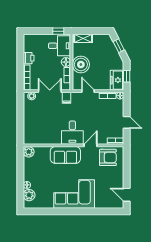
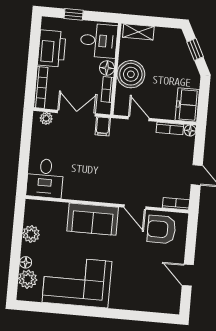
window: (58, 31) -> (74, 14), moved
printer: (29, 58) -> (52, 48), width x1.87, depth x1.48
window: (127, 76) -> (203, 100), removed
desk: (72, 133) -> (45, 178), moved
door: (91, 145) -> (135, 207), swing flipped
plant: (29, 152) -> (31, 234), moved
armchair: (108, 157) -> (161, 229), turned 180
corner sofa: (74, 194) -> (77, 282), moved
door: (127, 195) -> (188, 275), moved

